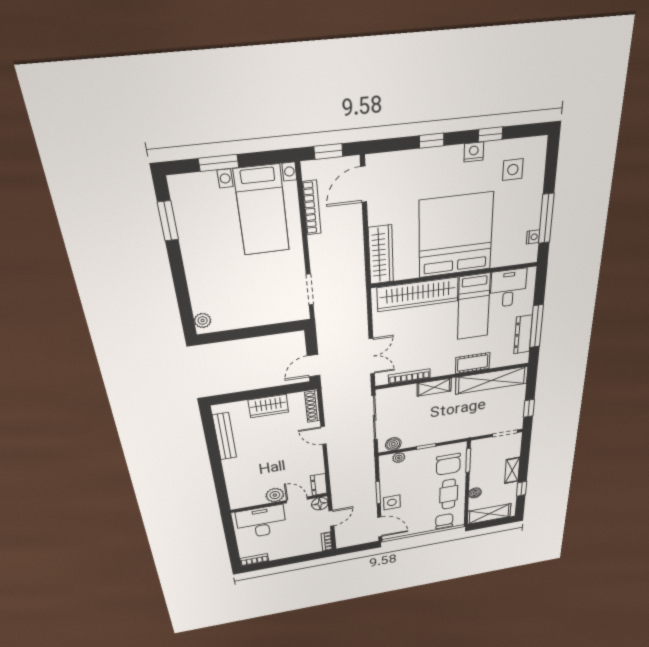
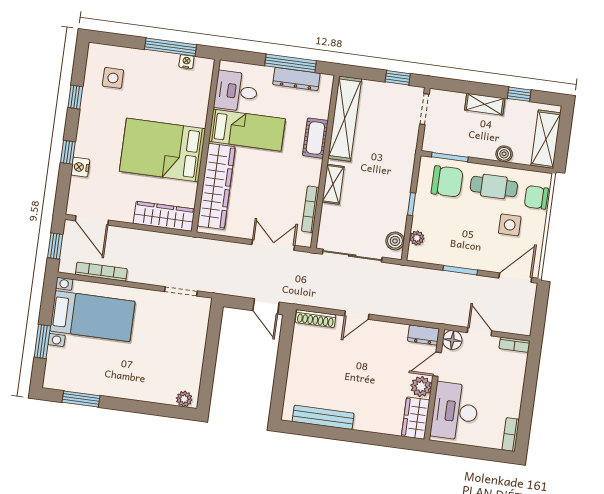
nightstand: (474, 152) -> (80, 167), moved
bed: (456, 235) -> (162, 150), width x0.73
wardrobe: (268, 406) -> (416, 418), moved, turned 180
side table: (392, 502) -> (510, 225), moved

